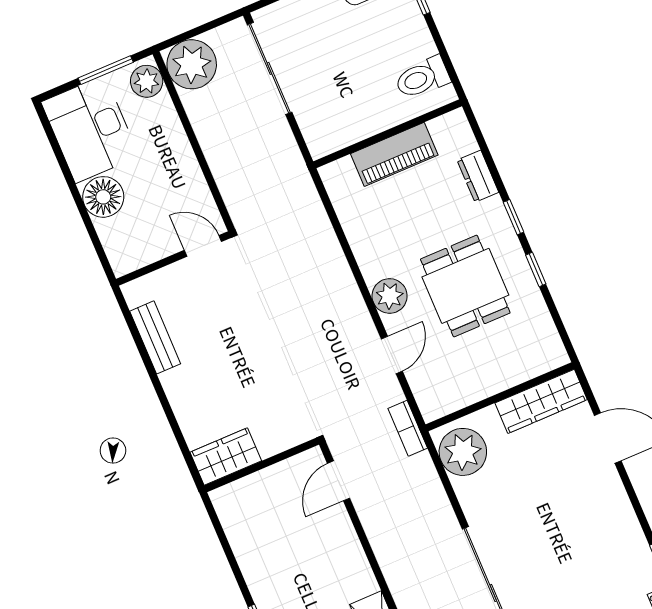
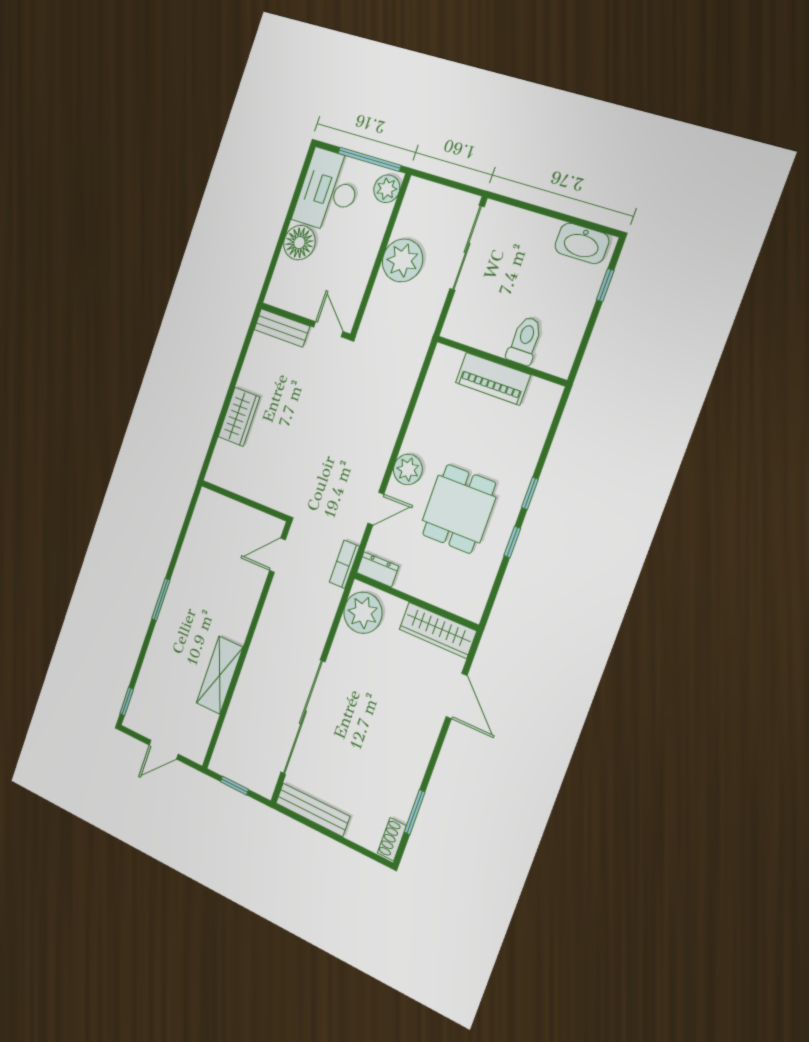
plant: (192, 64) -> (402, 260), moved
window: (106, 70) -> (369, 159), width x1.44
toilet: (422, 78) -> (525, 341), moved, turned 90
dresser: (478, 176) -> (378, 569), moved, turned 90
bench: (155, 337) -> (282, 328), moved, turned 90
wardrobe: (226, 457) -> (239, 417), moved, turned 90

